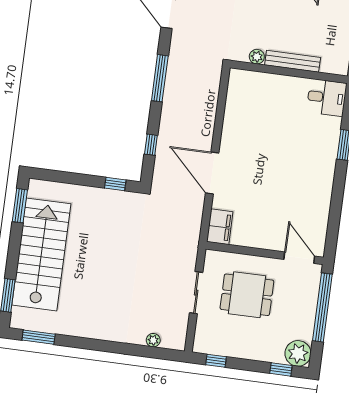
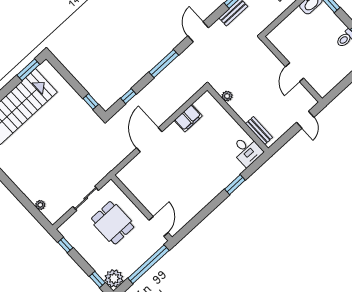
bench: (293, 61) -> (259, 131), moved, width x0.73
filing cabinet: (220, 227) -> (188, 118), moved

